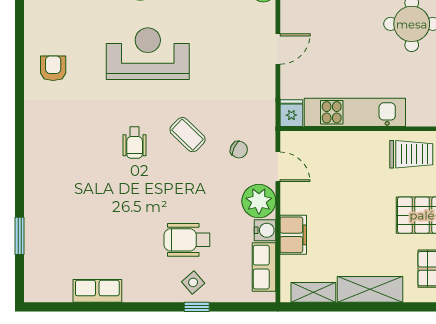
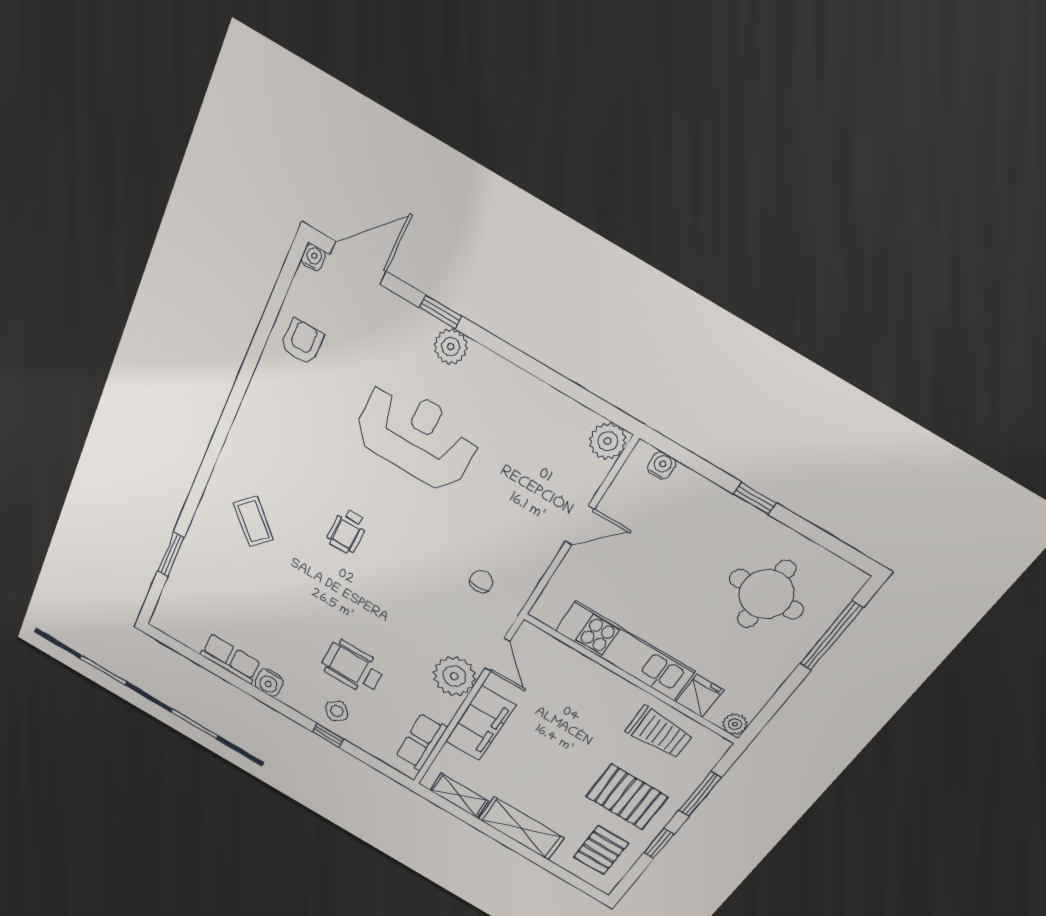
armchair: (53, 68) -> (302, 342), moved
fridge: (291, 113) -> (699, 696), moved
coffee table: (188, 135) -> (253, 522), moved
chair: (239, 150) -> (481, 582), moved, turned -116
water cooler: (265, 230) -> (269, 683), moved, turned 90
filing cabinet: (293, 235) -> (480, 723), width x1.50, depth x1.17

